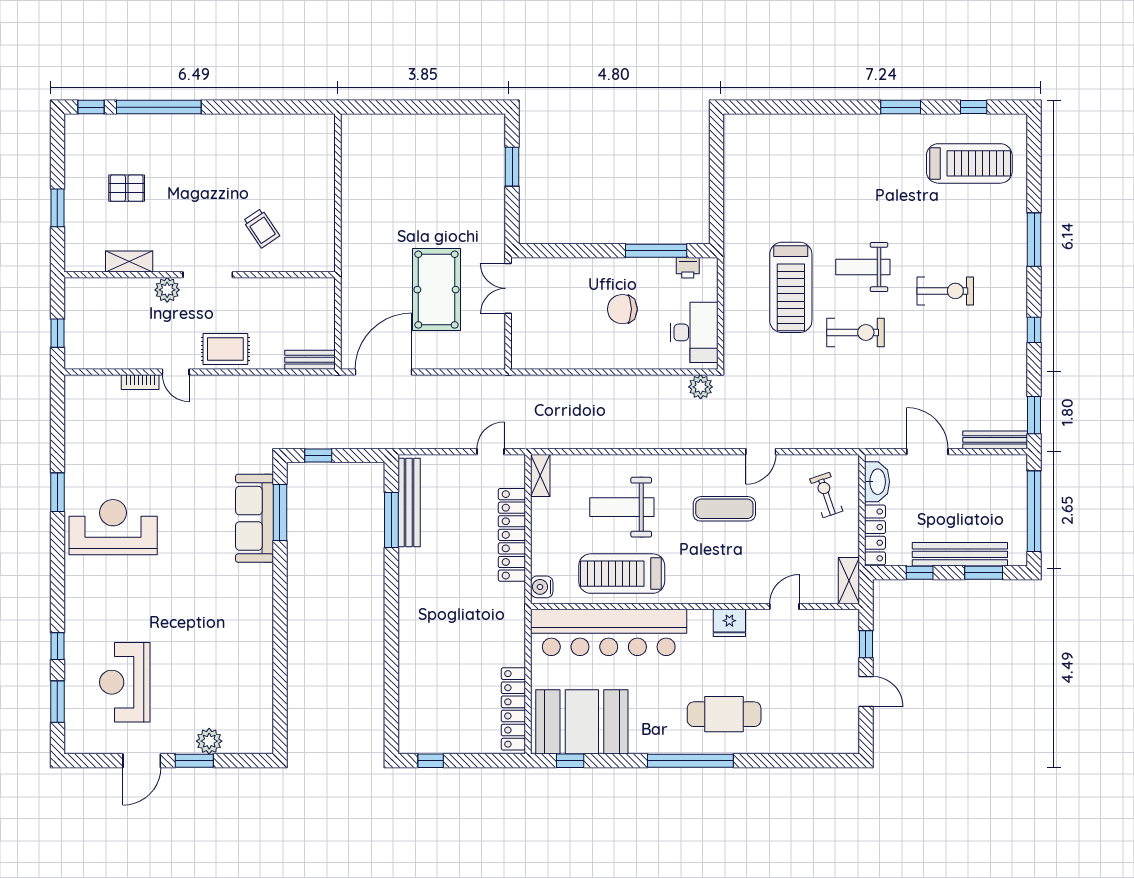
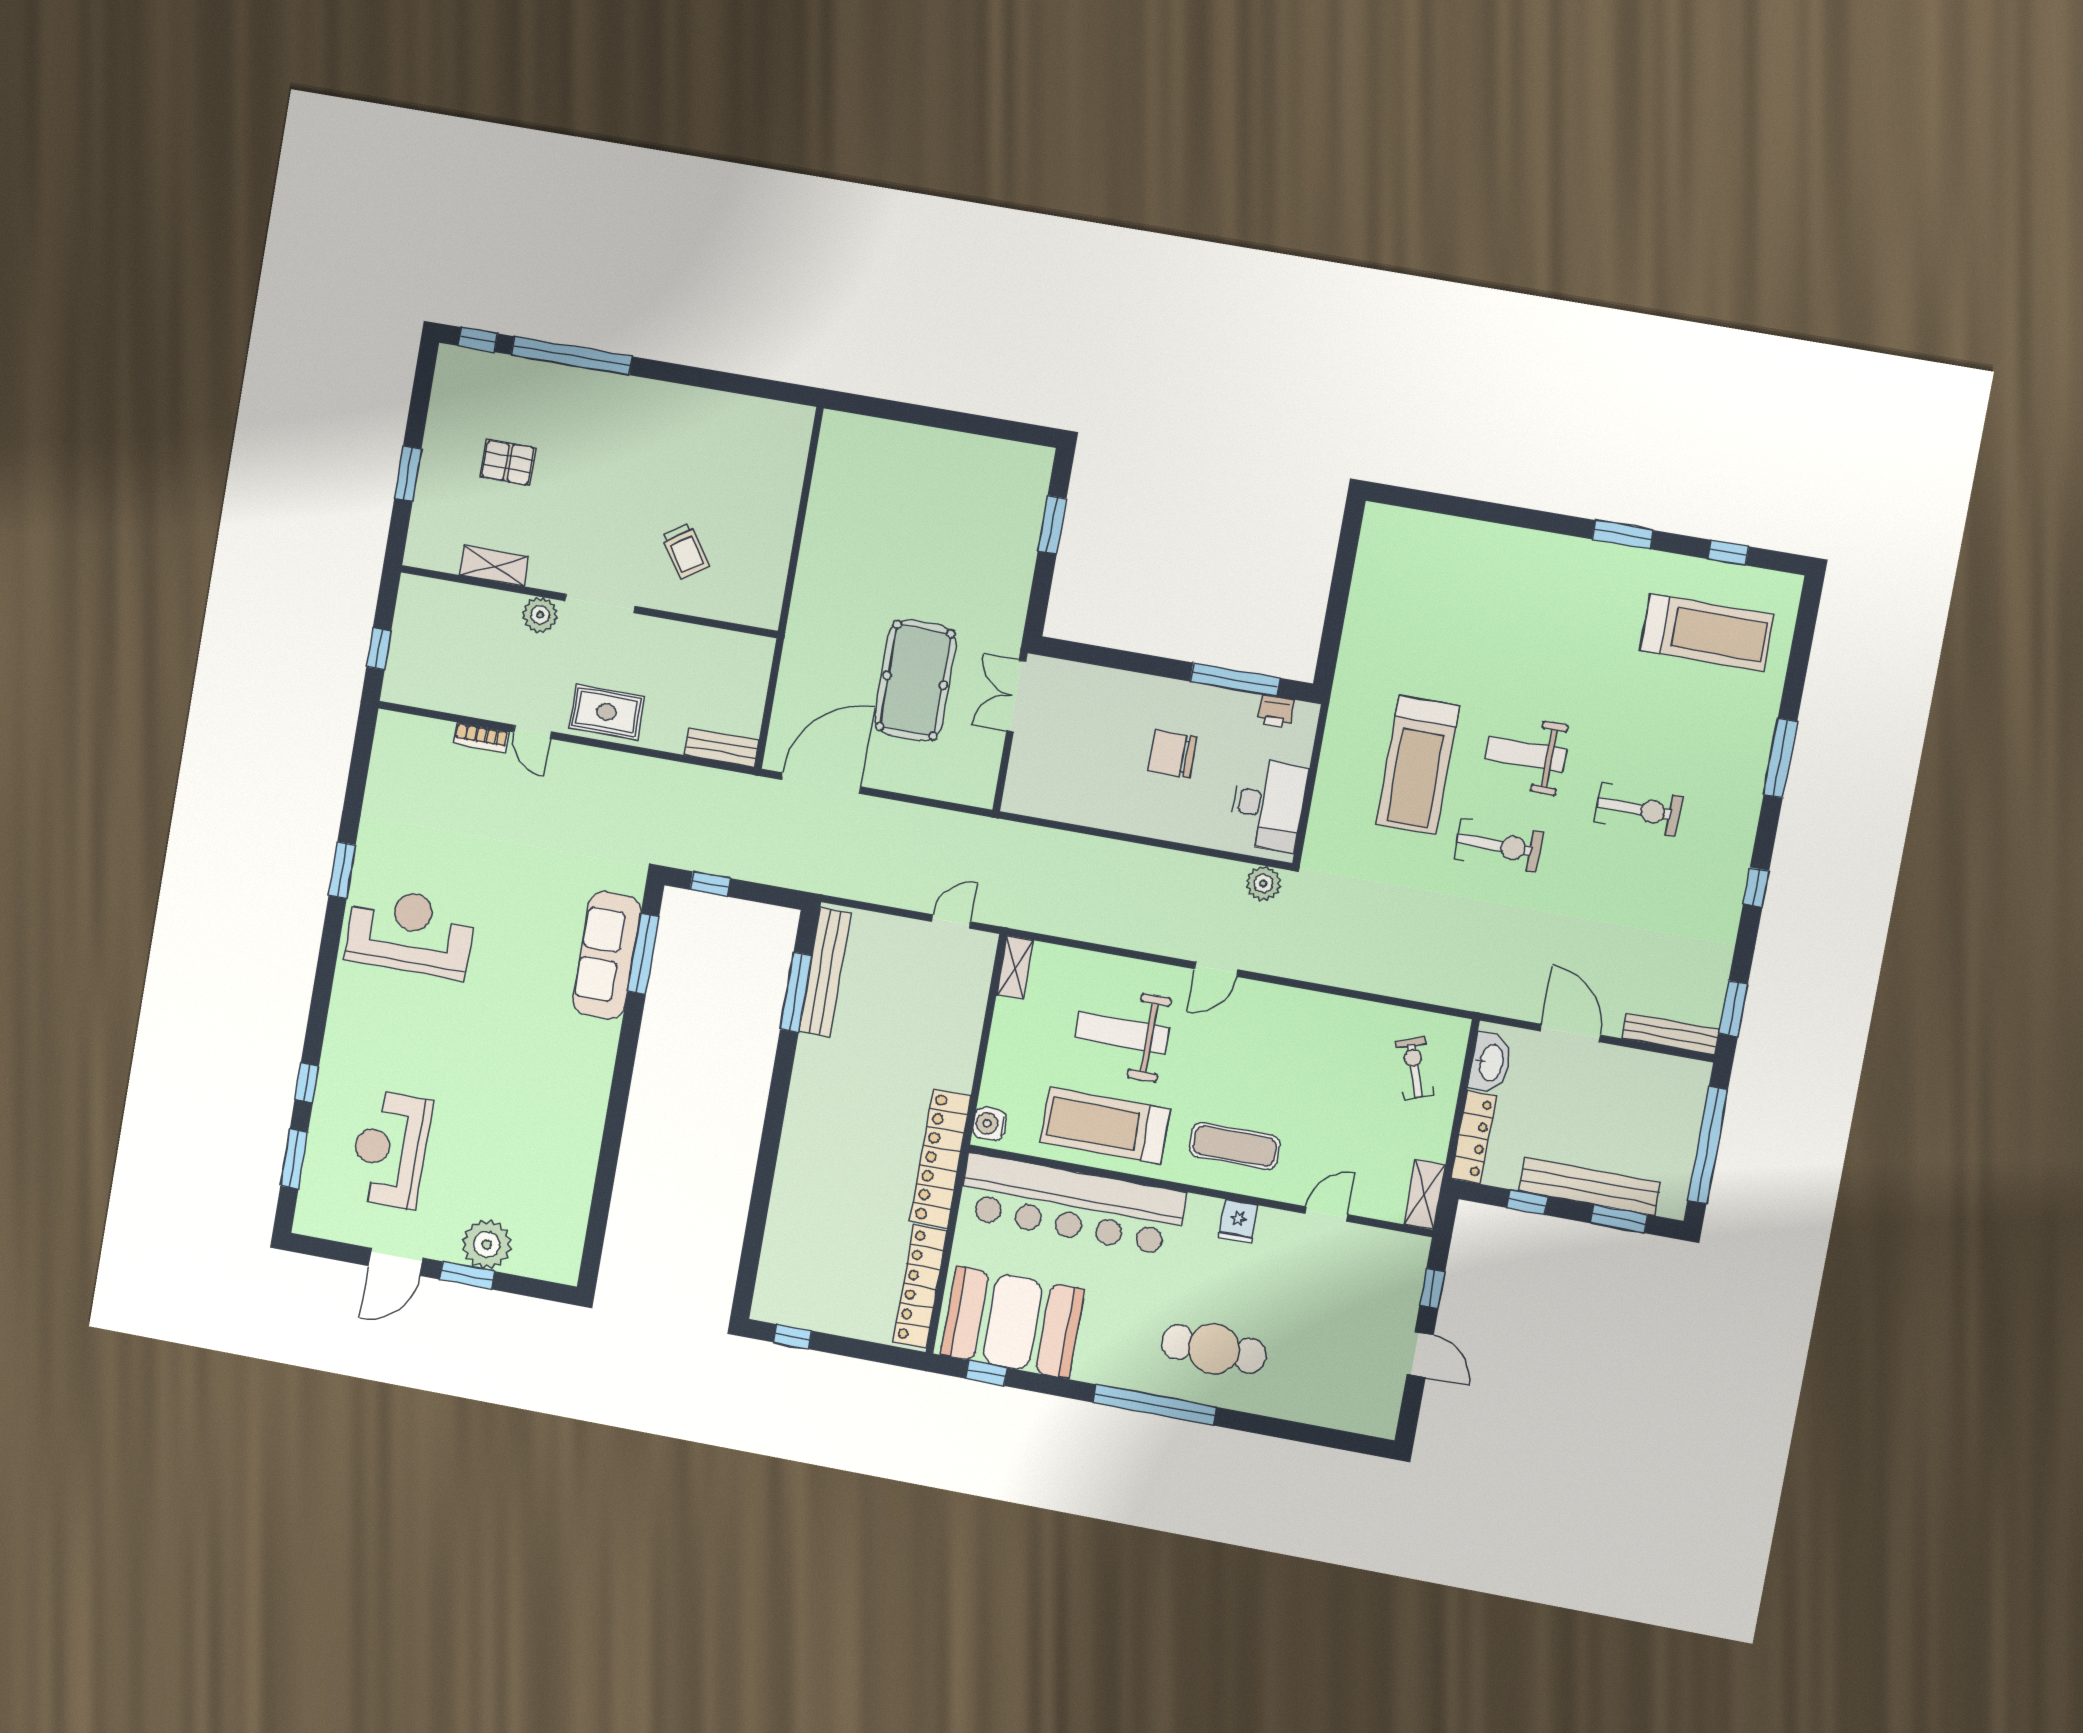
door: (761, 452) -> (1216, 969), moved
exercise mat: (724, 509) -> (1235, 1146), moved
locker: (512, 535) -> (940, 1159), moved
fridge: (729, 623) -> (1238, 1221), width x0.72
plant: (209, 741) -> (487, 1244), width x1.36, depth x1.36

